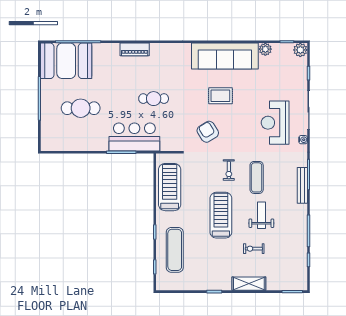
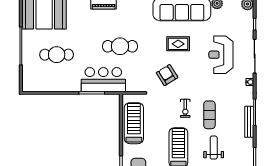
cafe table: (154, 99) -> (120, 46), width x1.37, depth x1.35
reception desk: (275, 123) -> (221, 55), moved

